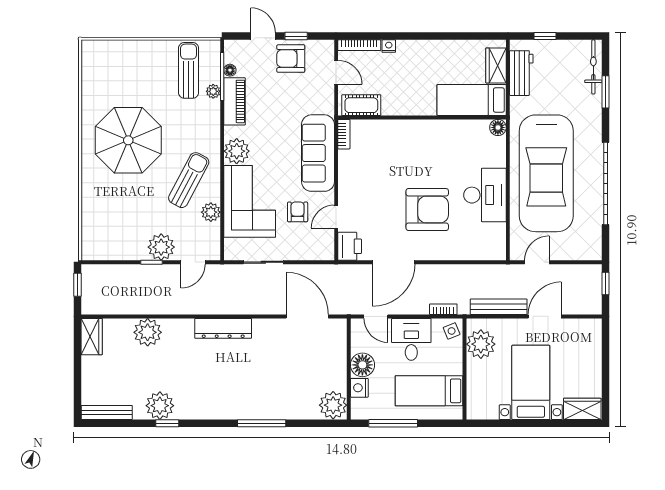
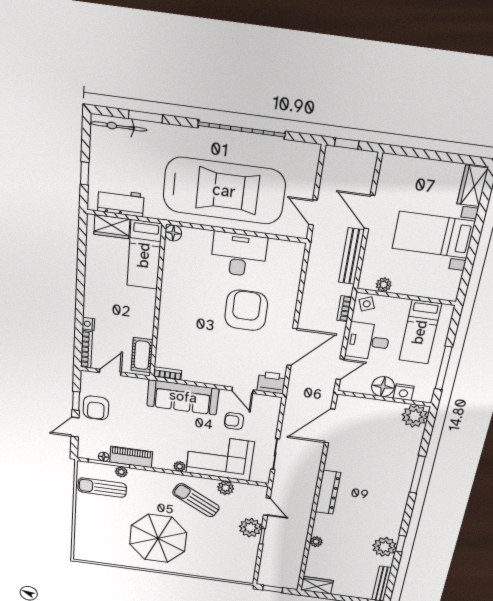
plant: (237, 151) -> (180, 466), width x0.53, depth x0.53
door: (394, 262) -> (292, 347), hinge flipped
plant: (148, 332) -> (316, 542), width x0.53, depth x0.53
plant: (481, 344) -> (384, 285), width x0.53, depth x0.53

